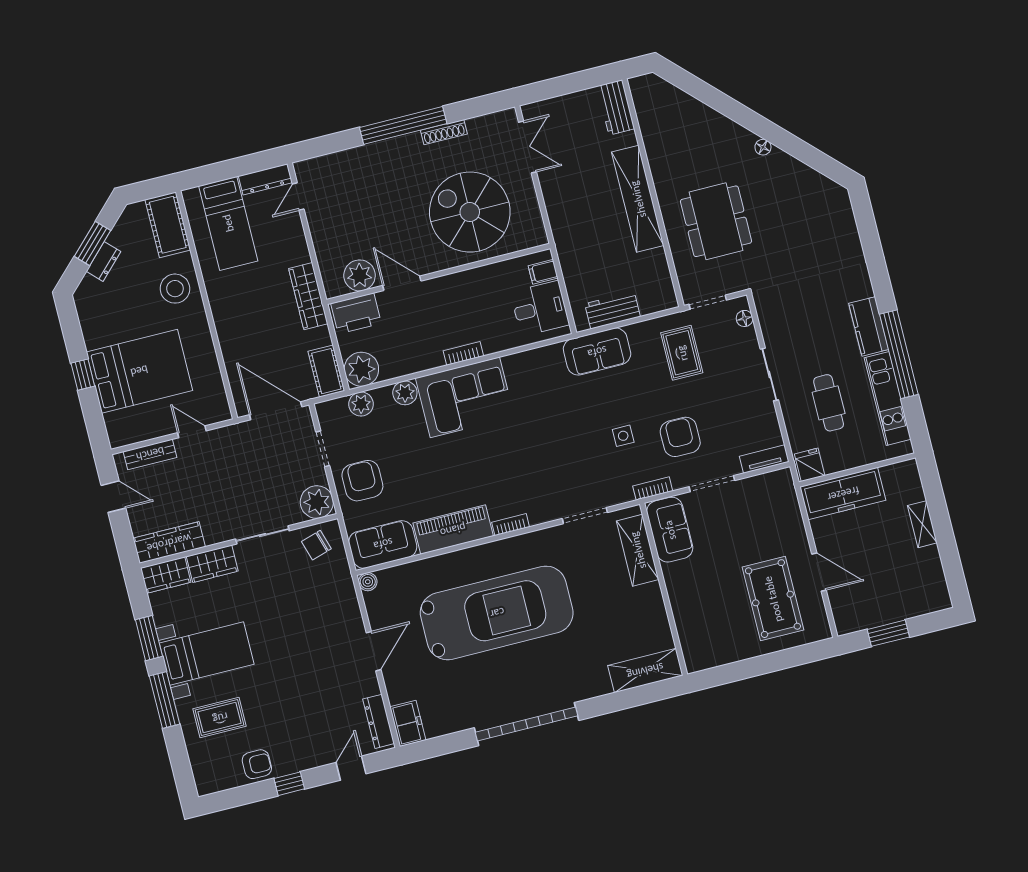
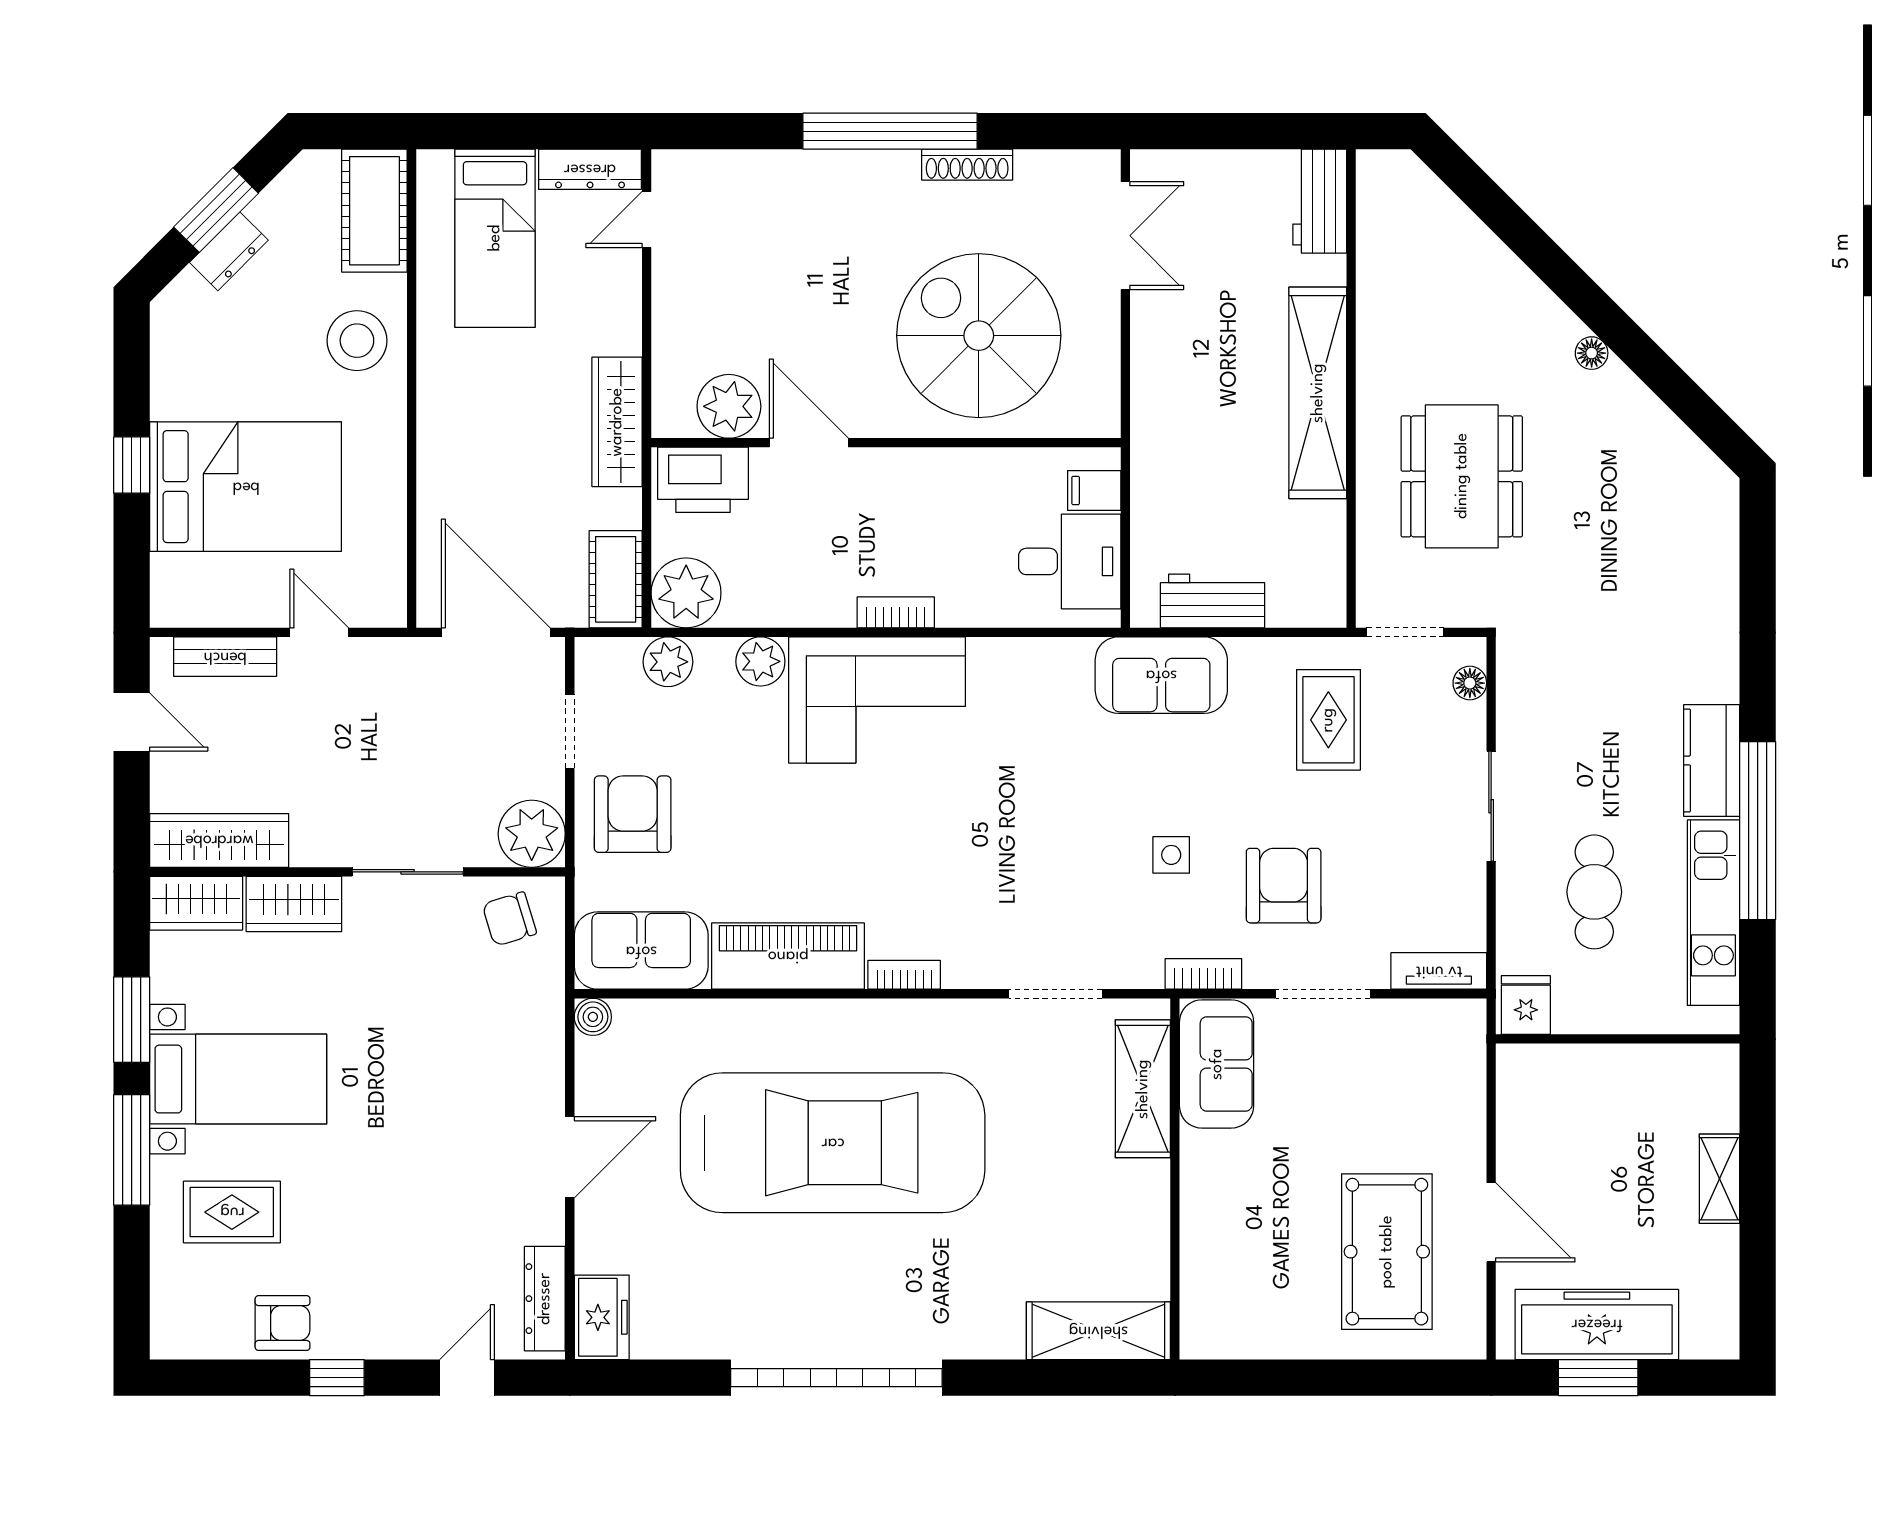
freezer: (843, 494) -> (1597, 1324), moved, turned 180

